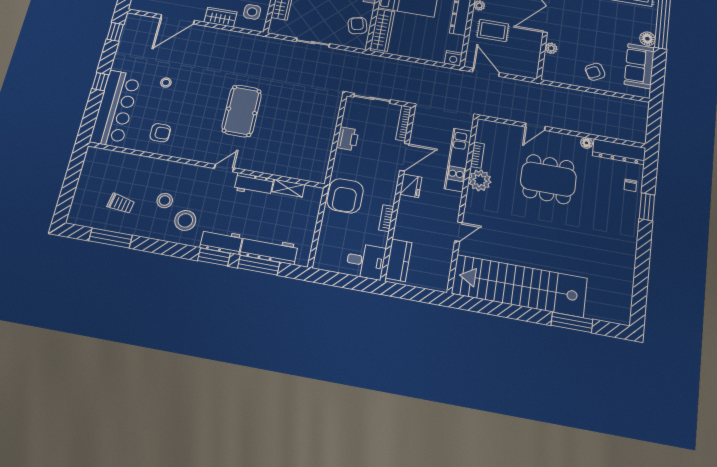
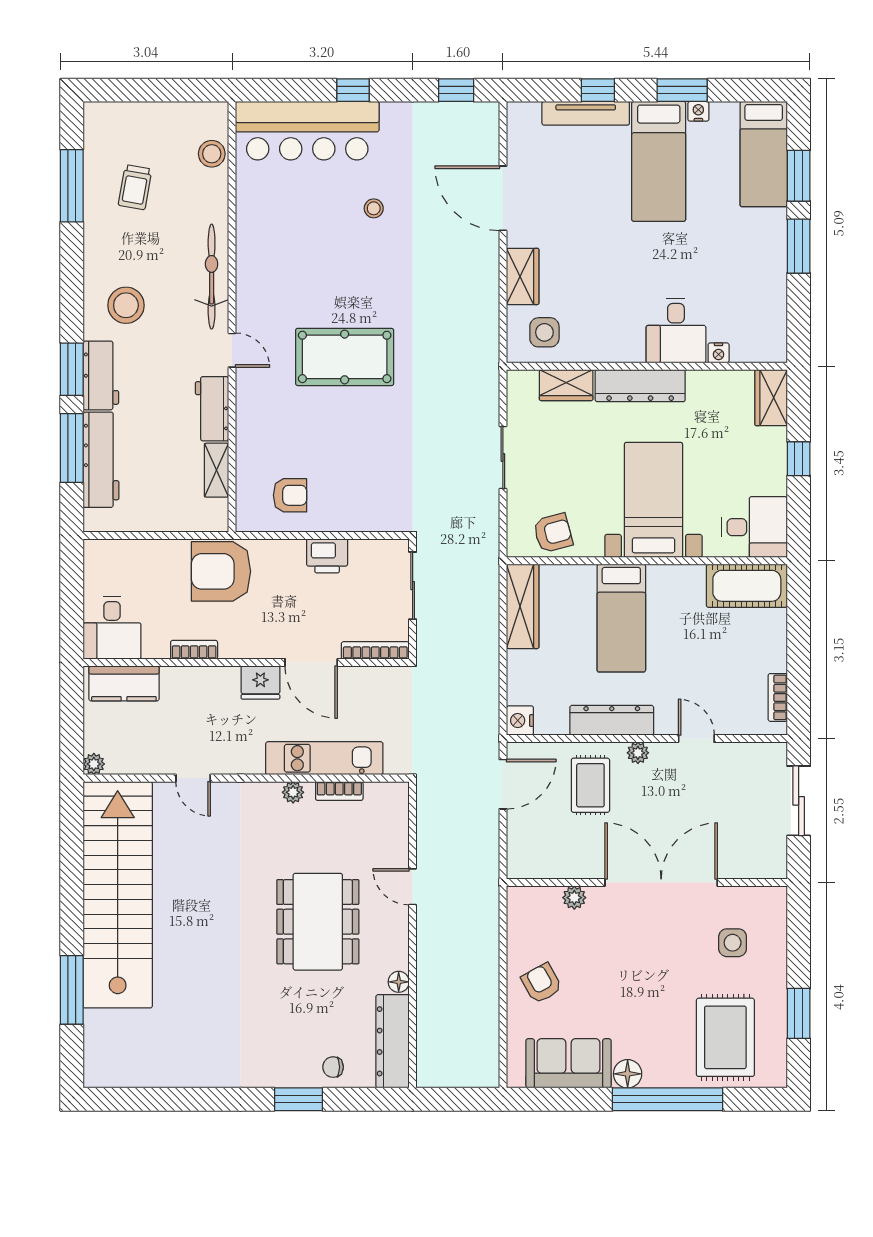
wardrobe: (382, 30) -> (523, 606), moved, turned -90
armchair: (160, 133) -> (290, 495), moved, turned -90
bicycle: (181, 172) -> (212, 277), added
plant: (480, 180) -> (293, 792), width x0.53, depth x0.53
stool: (165, 200) -> (212, 154), moved
plant: (442, 286) -> (94, 764), added

